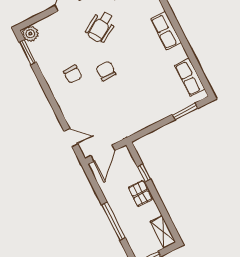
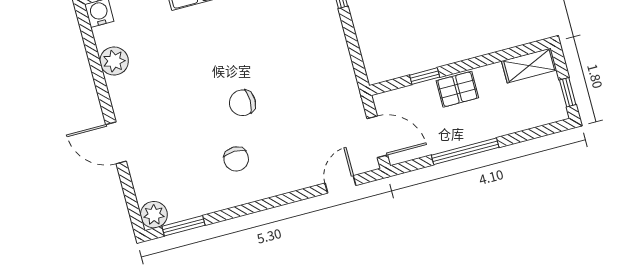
wheelchair: (101, 27) -> (167, 96), removed
chair: (73, 74) -> (236, 159), turned 90
window: (113, 221) -> (465, 151), moved

